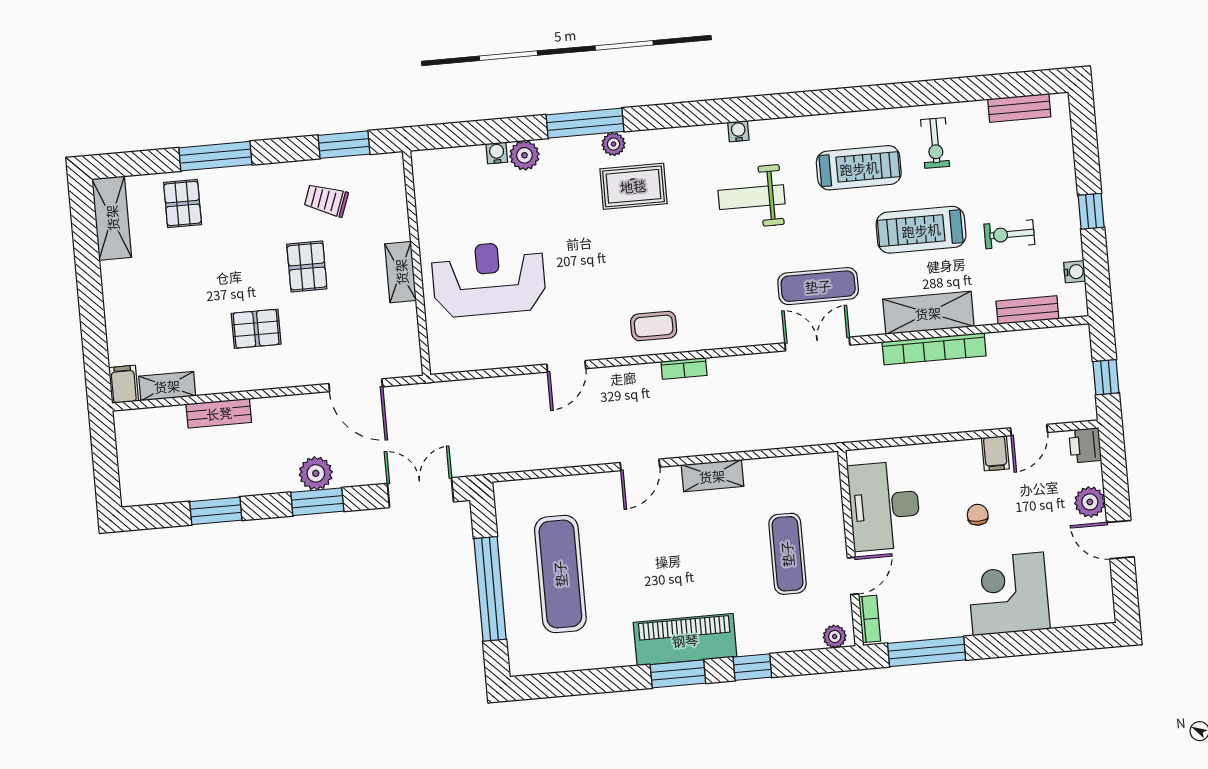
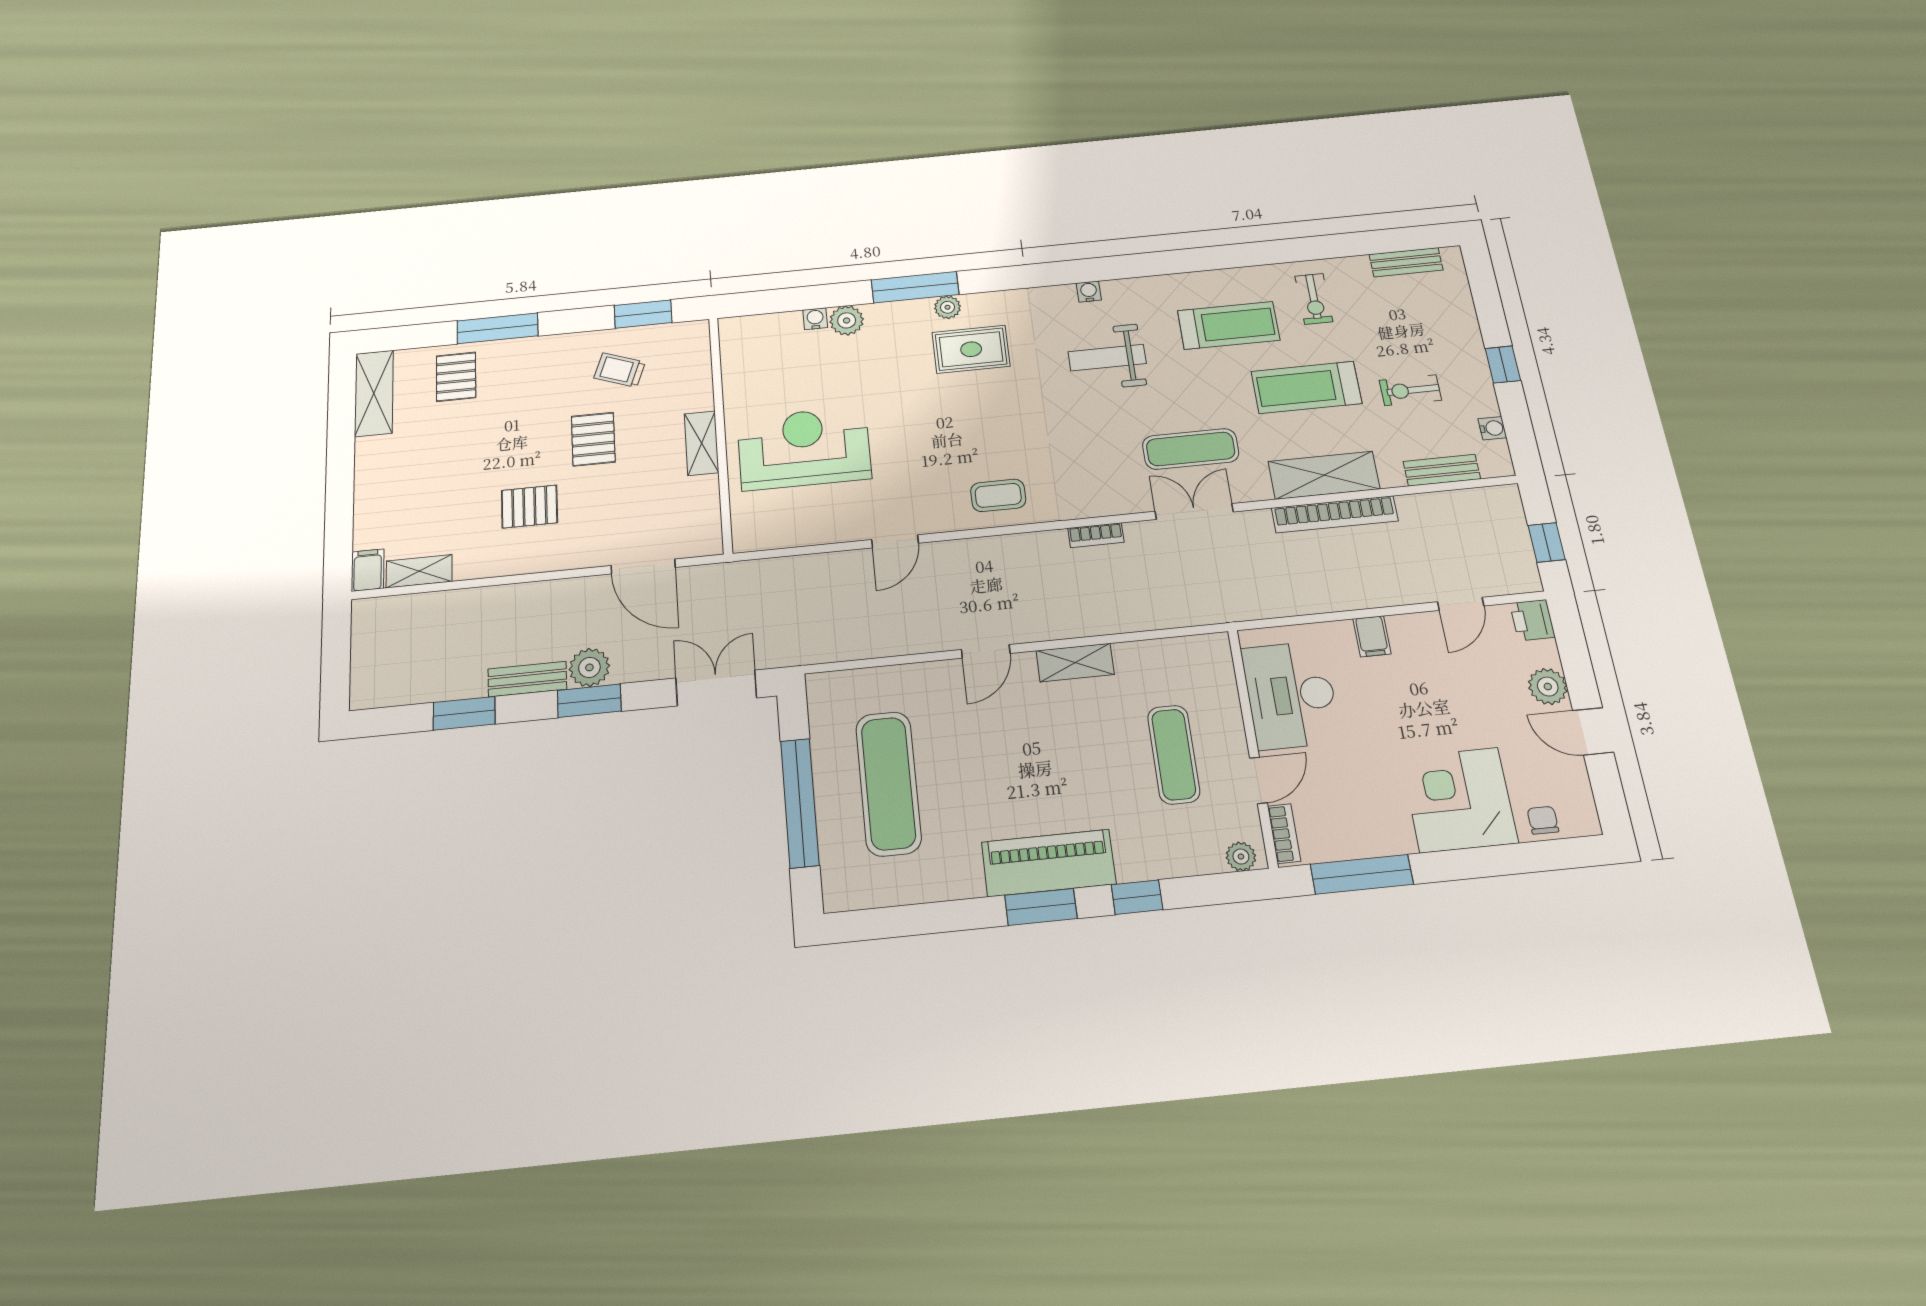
bookcase: (684, 368) -> (1096, 535), moved
bench: (219, 413) -> (527, 679), moved
filing cabinet: (995, 453) -> (1372, 636), moved
chair: (978, 515) -> (1543, 820), moved

